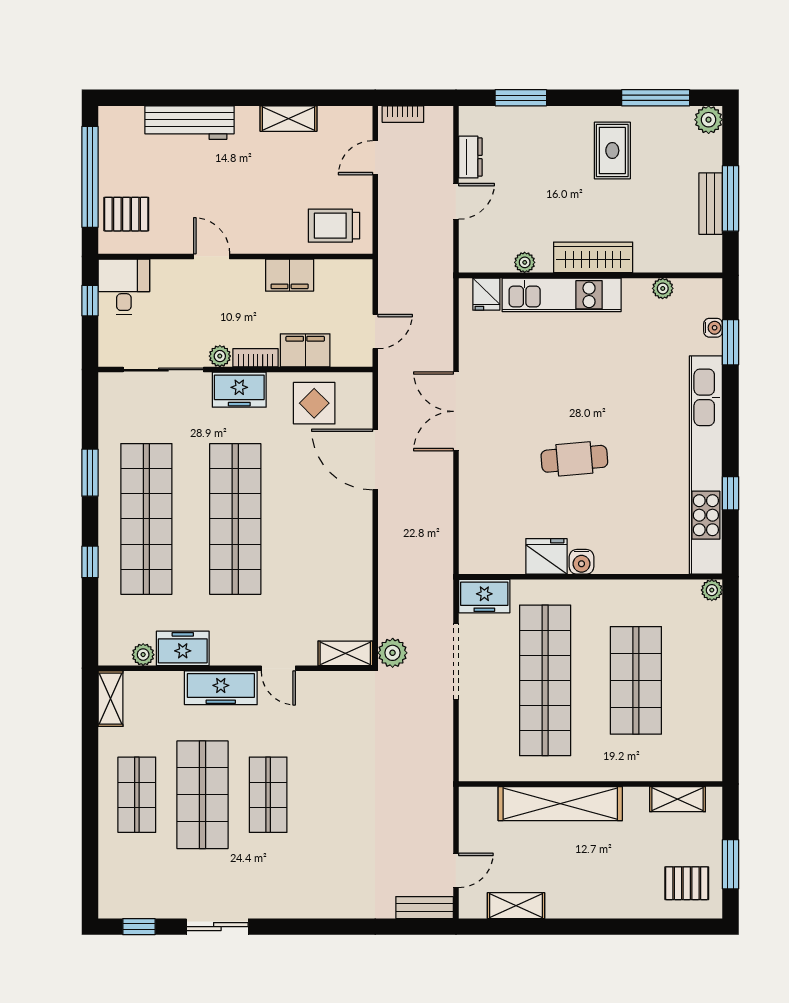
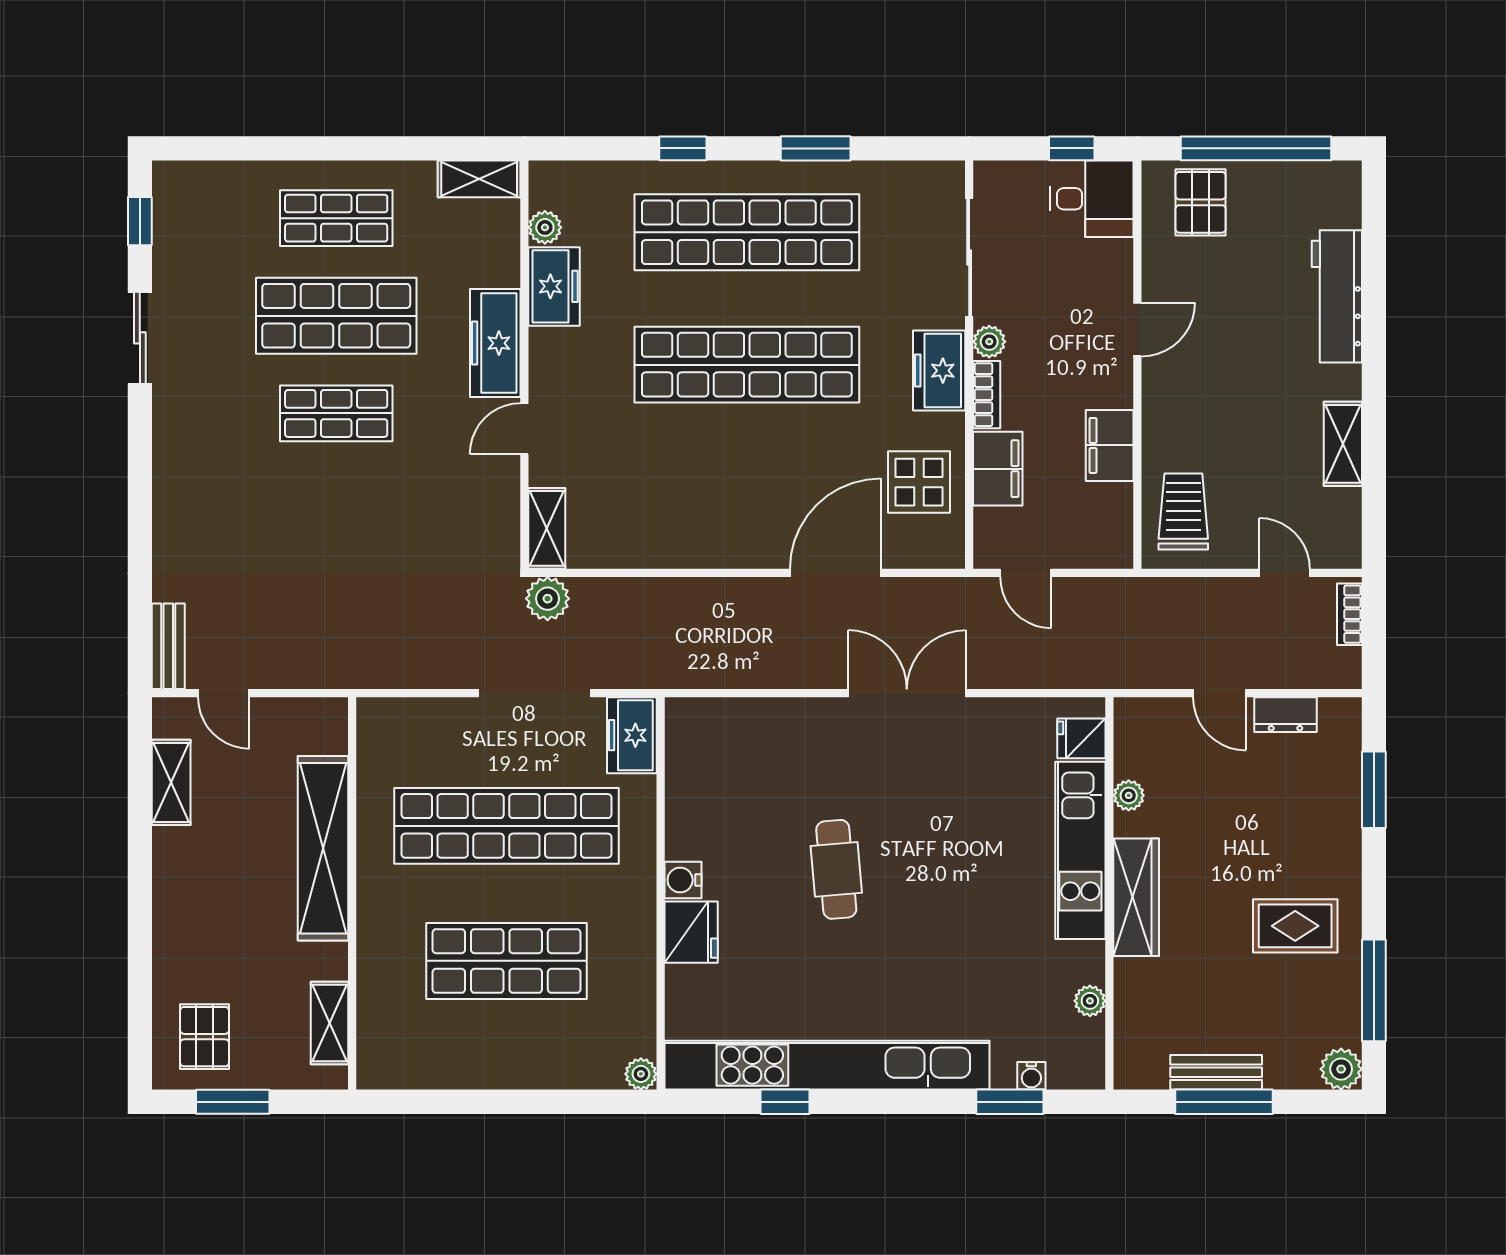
fridge: (546, 556) -> (691, 932), moved

